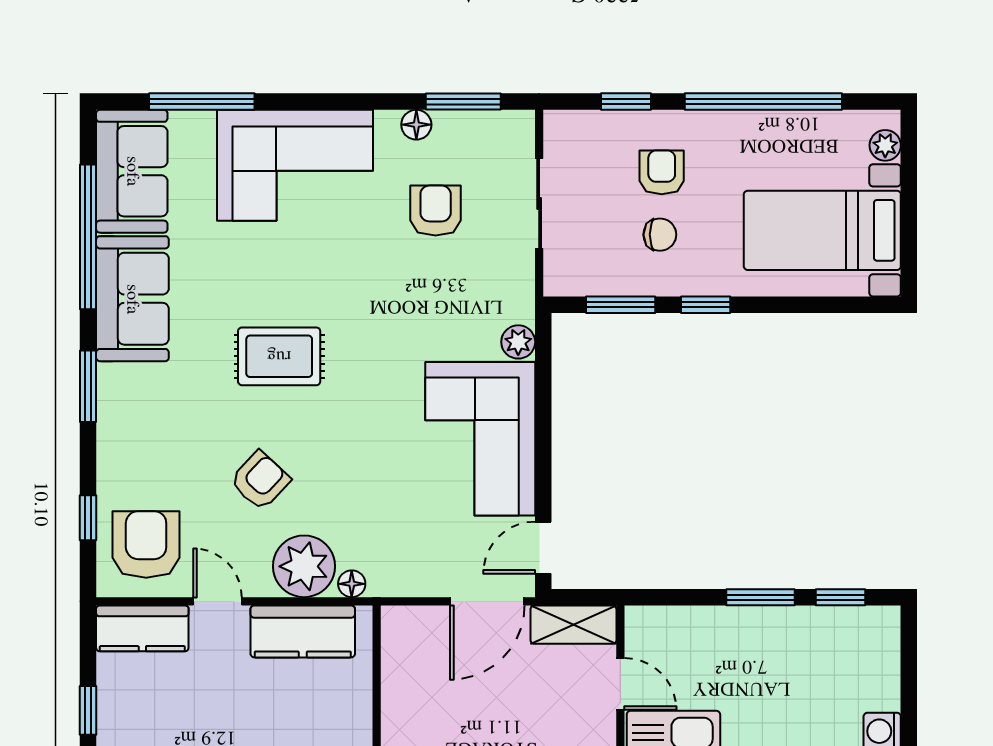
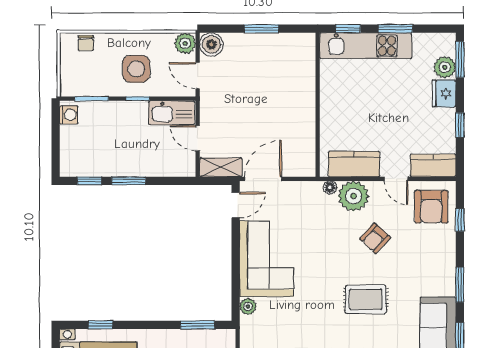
window: (706, 305) -> (101, 325), moved

